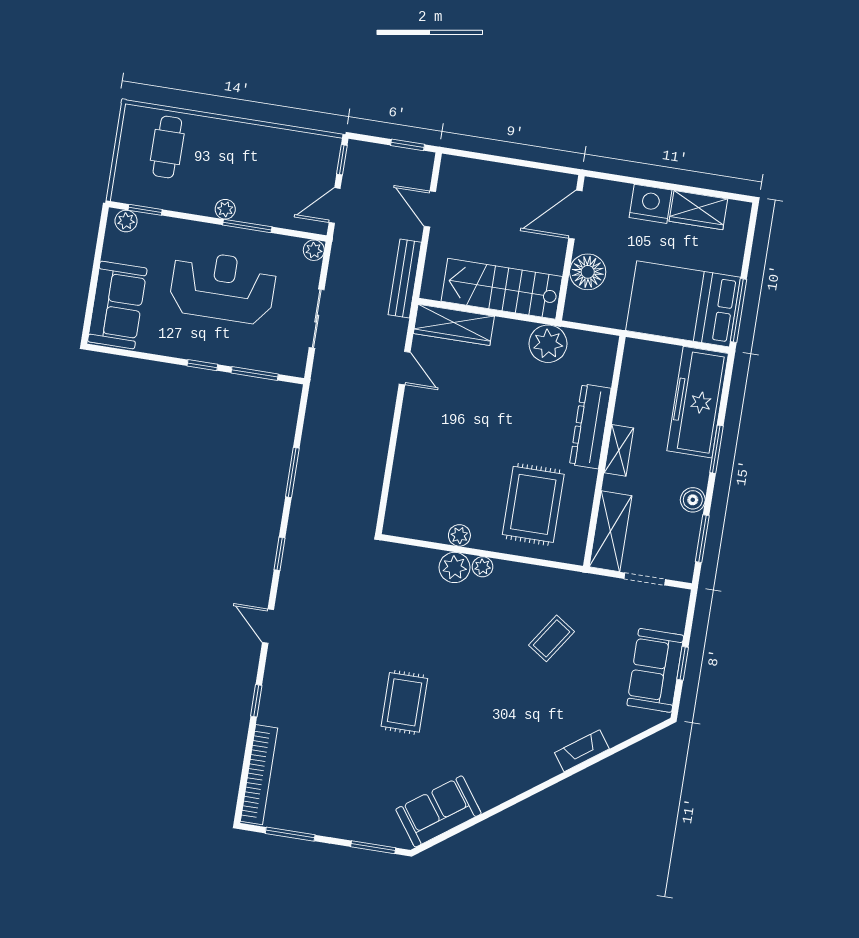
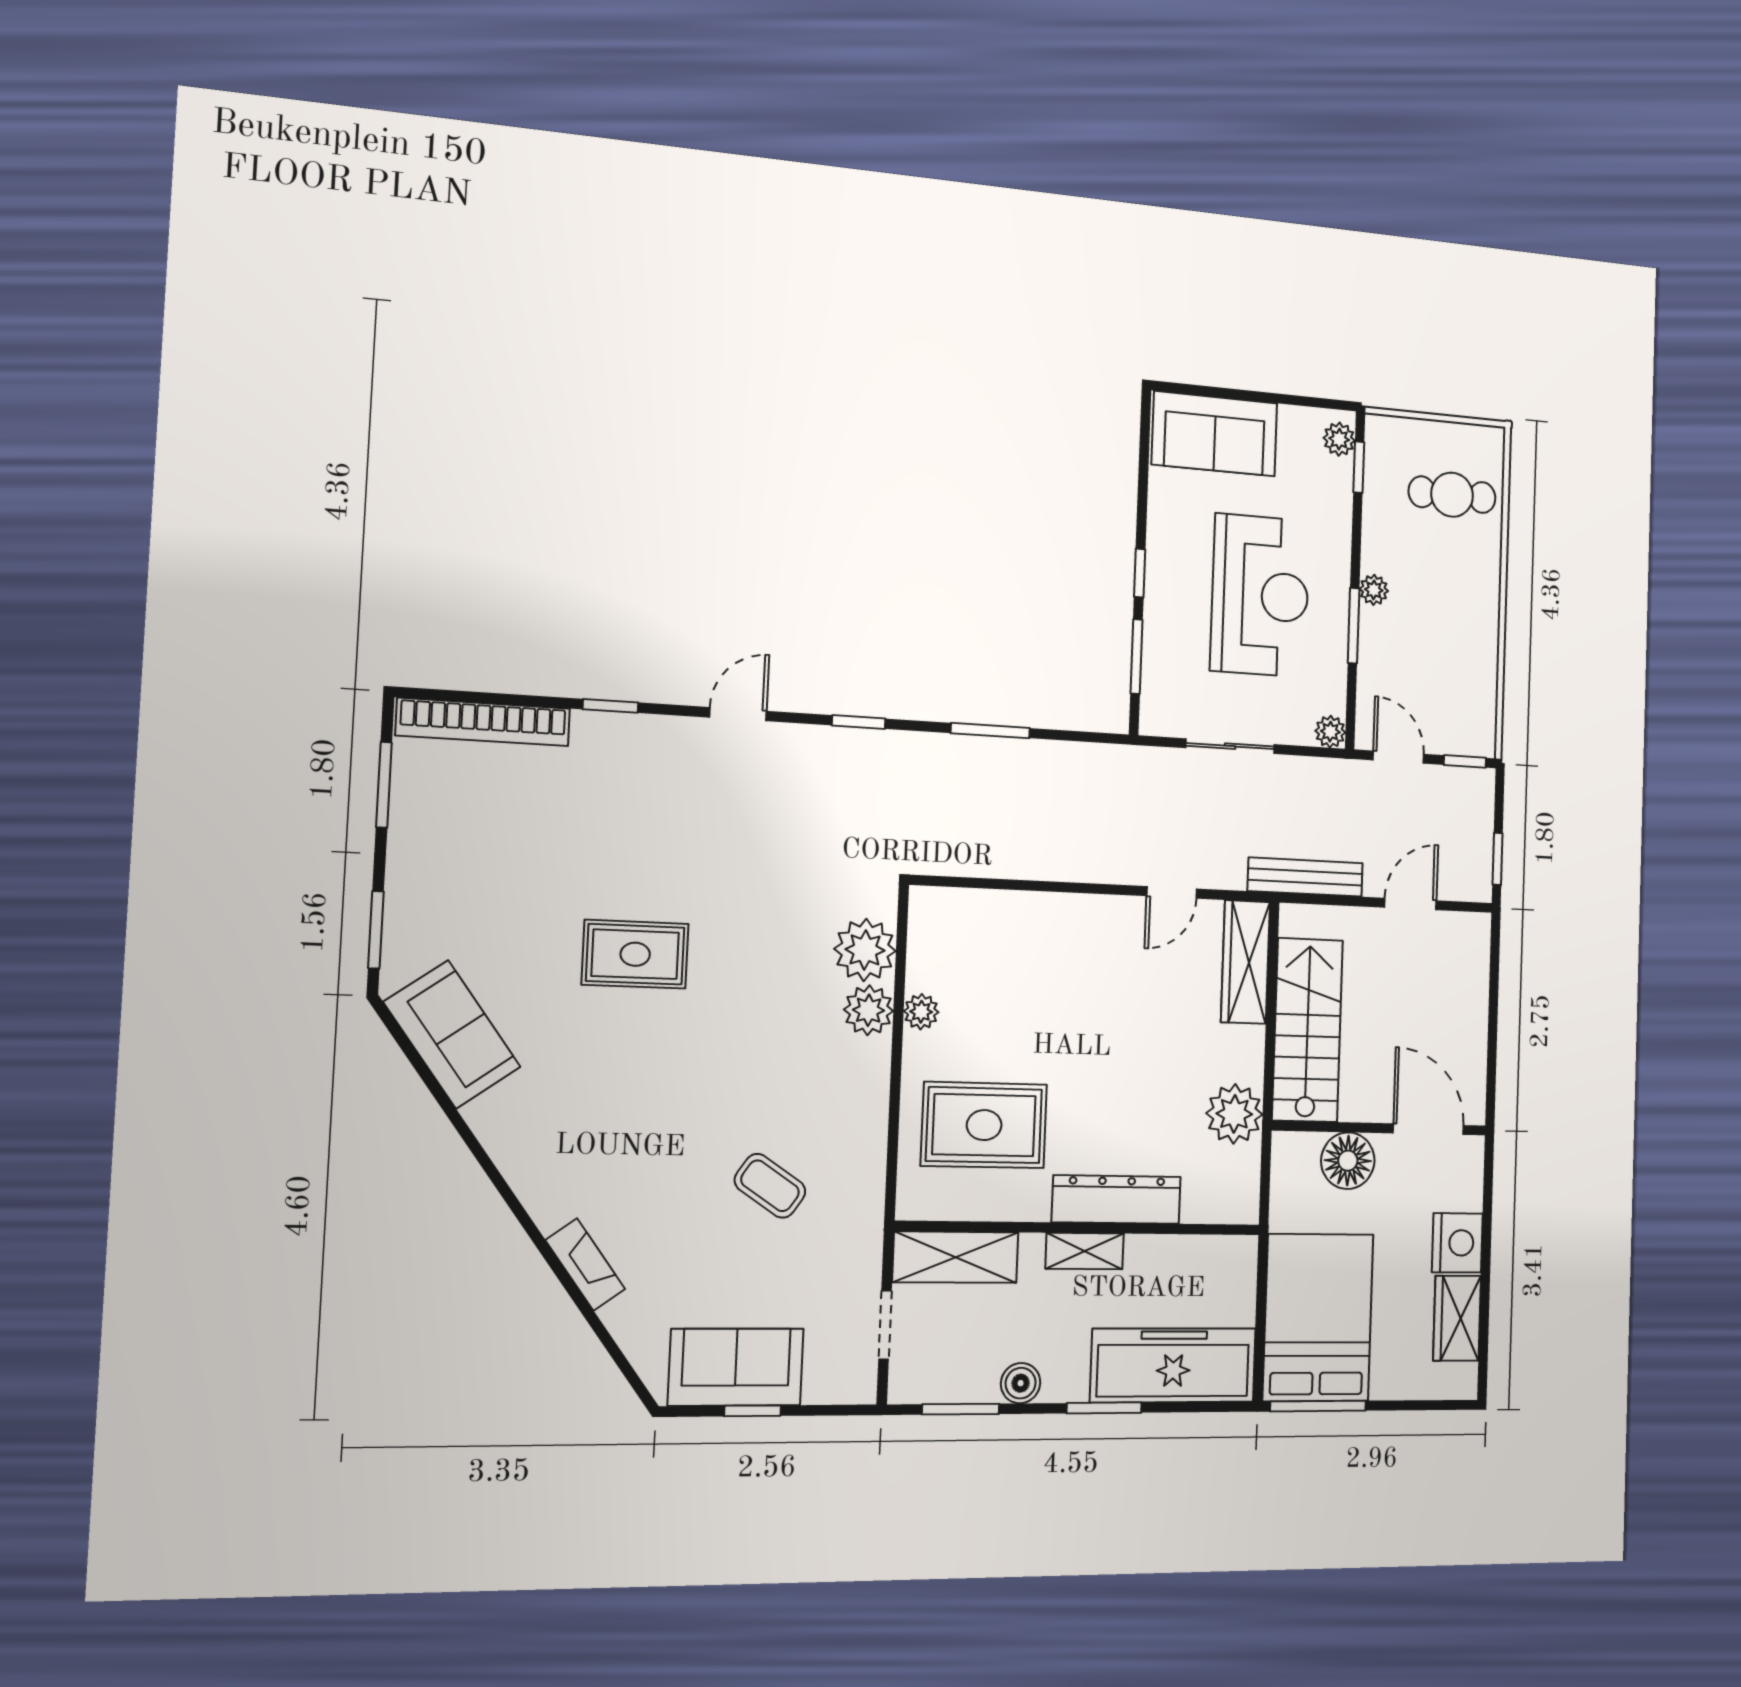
plant: (483, 567) -> (865, 950), moved, width x1.88, depth x1.88

